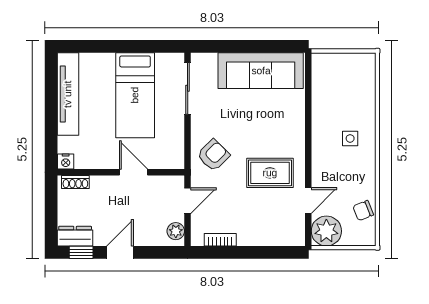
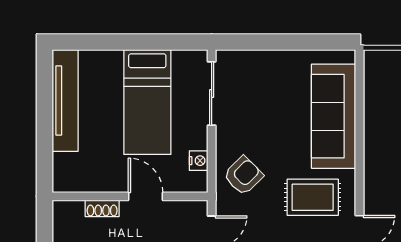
sofa: (261, 71) -> (334, 116), moved, turned 90
nightstand: (66, 161) -> (199, 161), moved, turned -90
shoe rack: (75, 182) -> (102, 208), moved

